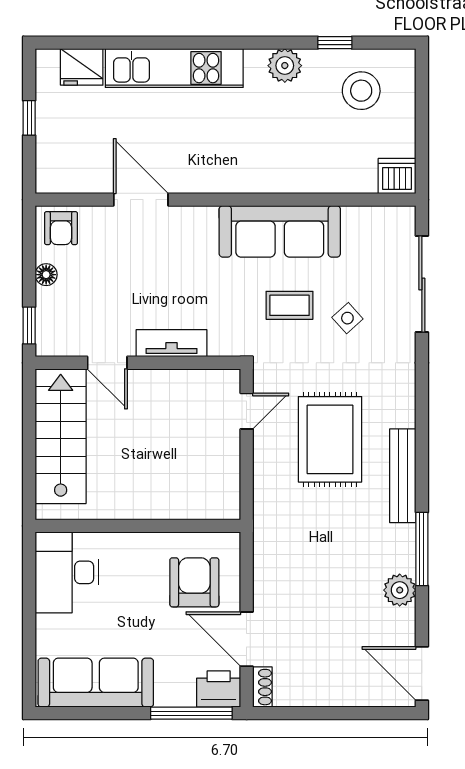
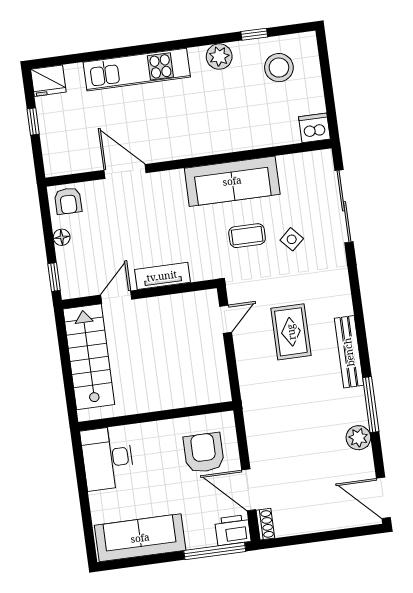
fridge: (82, 67) -> (48, 81), moved
door: (107, 363) -> (116, 297), swing flipped
rug: (330, 439) -> (291, 332), width x0.73, depth x0.70

